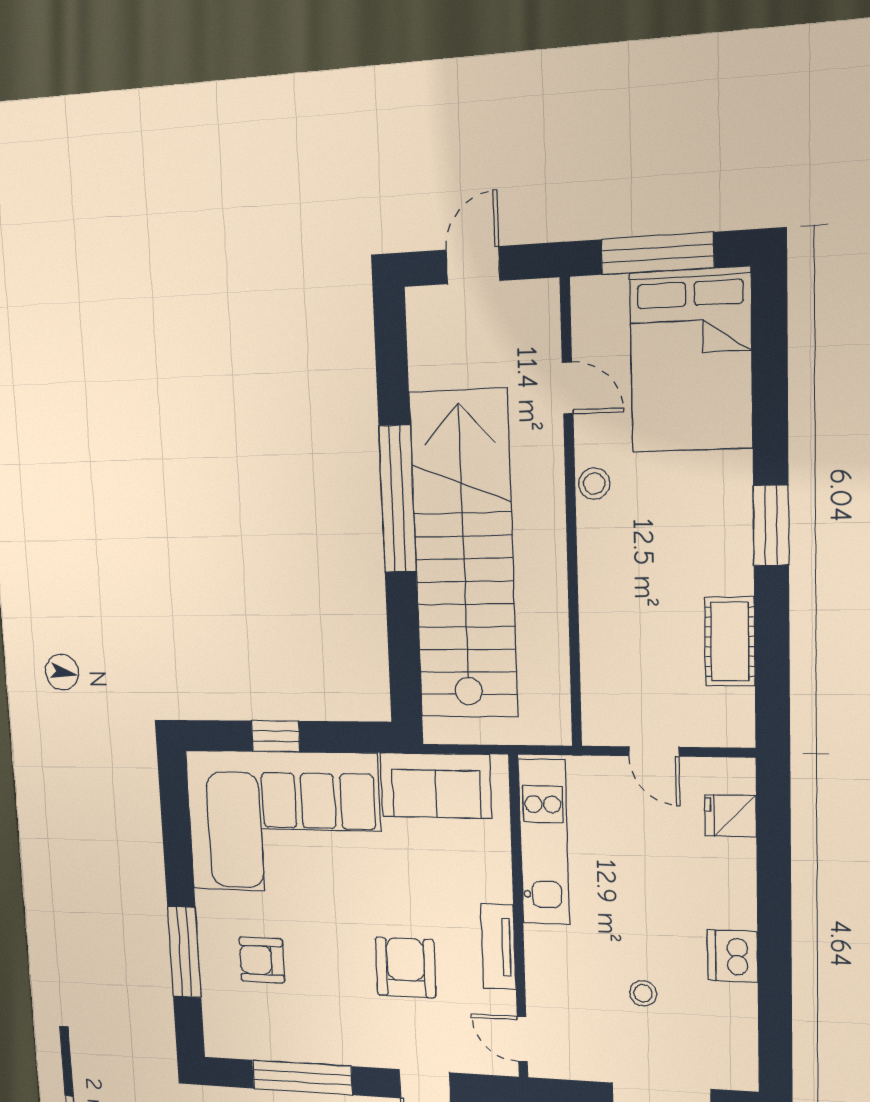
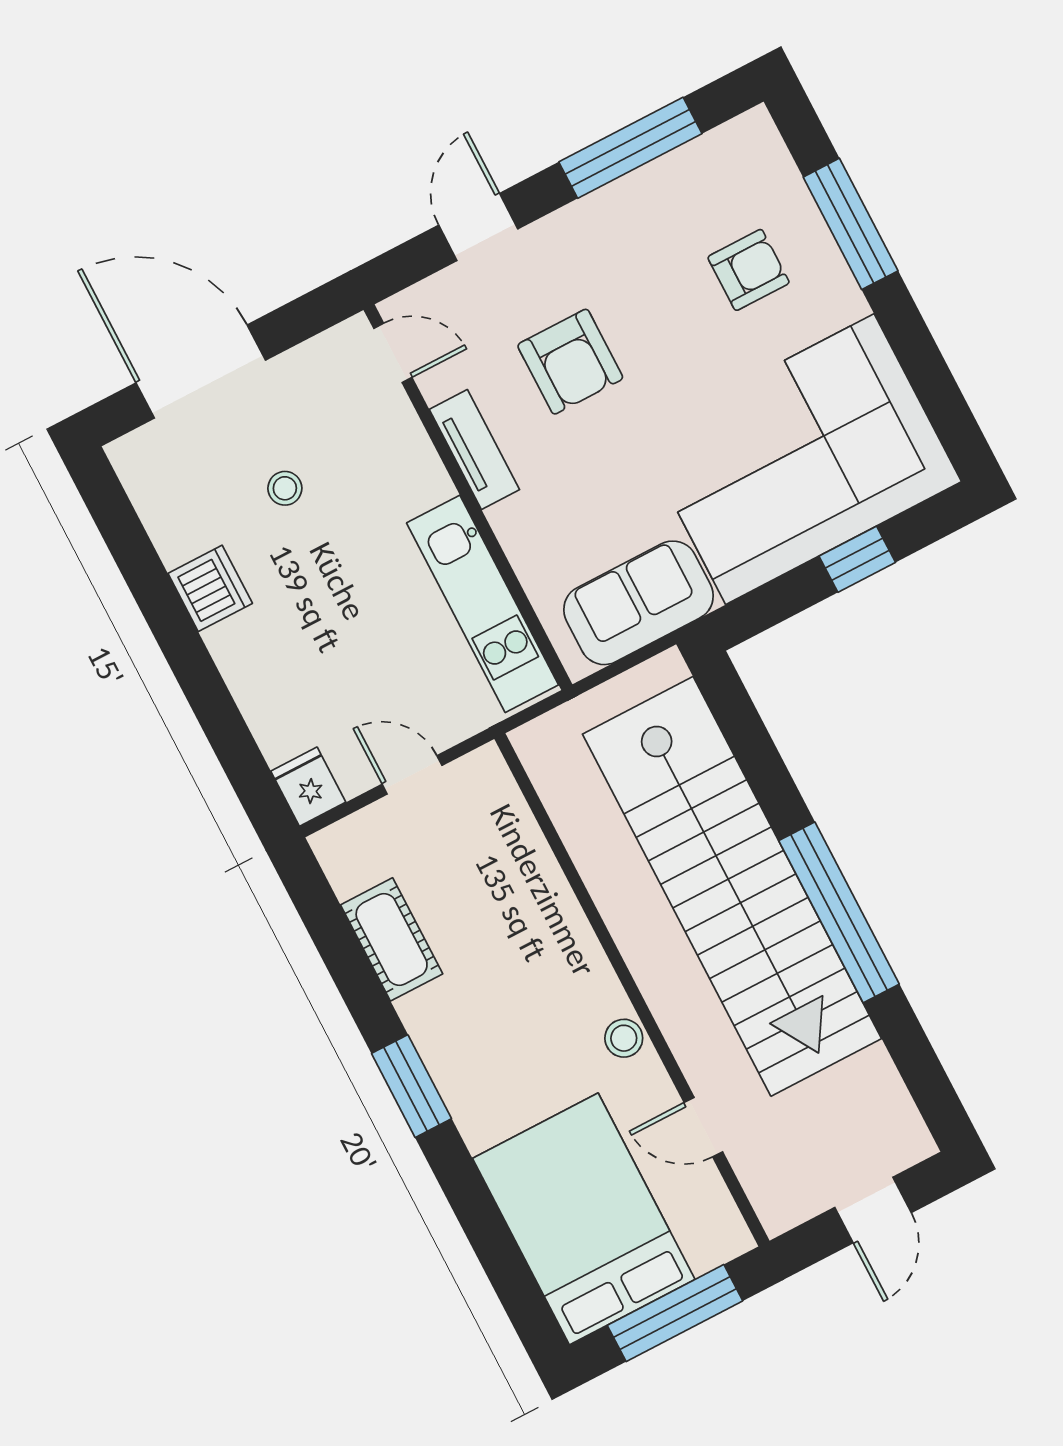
fridge: (730, 816) -> (308, 787), moved, turned -90

